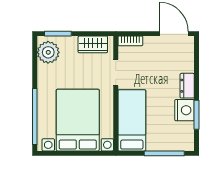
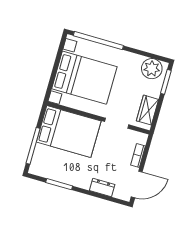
bookcase: (130, 41) -> (138, 155), moved
dresser: (187, 86) -> (102, 187), moved
nightstand: (185, 110) -> (66, 175), removed
bed: (132, 120) -> (69, 132), width x1.50

